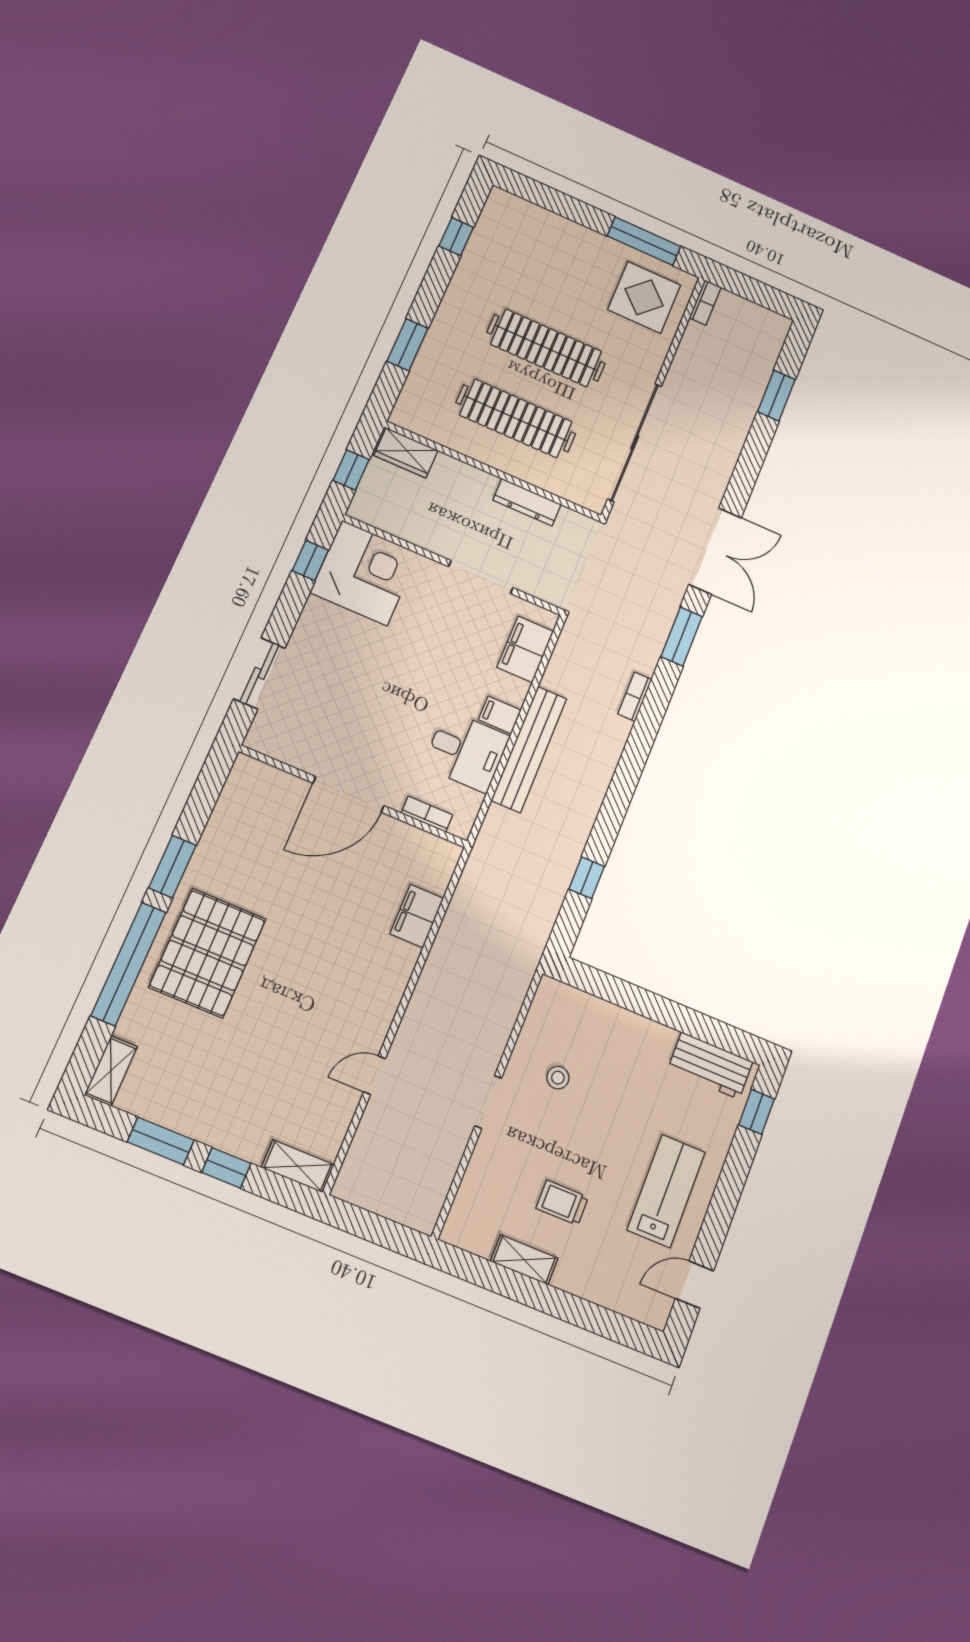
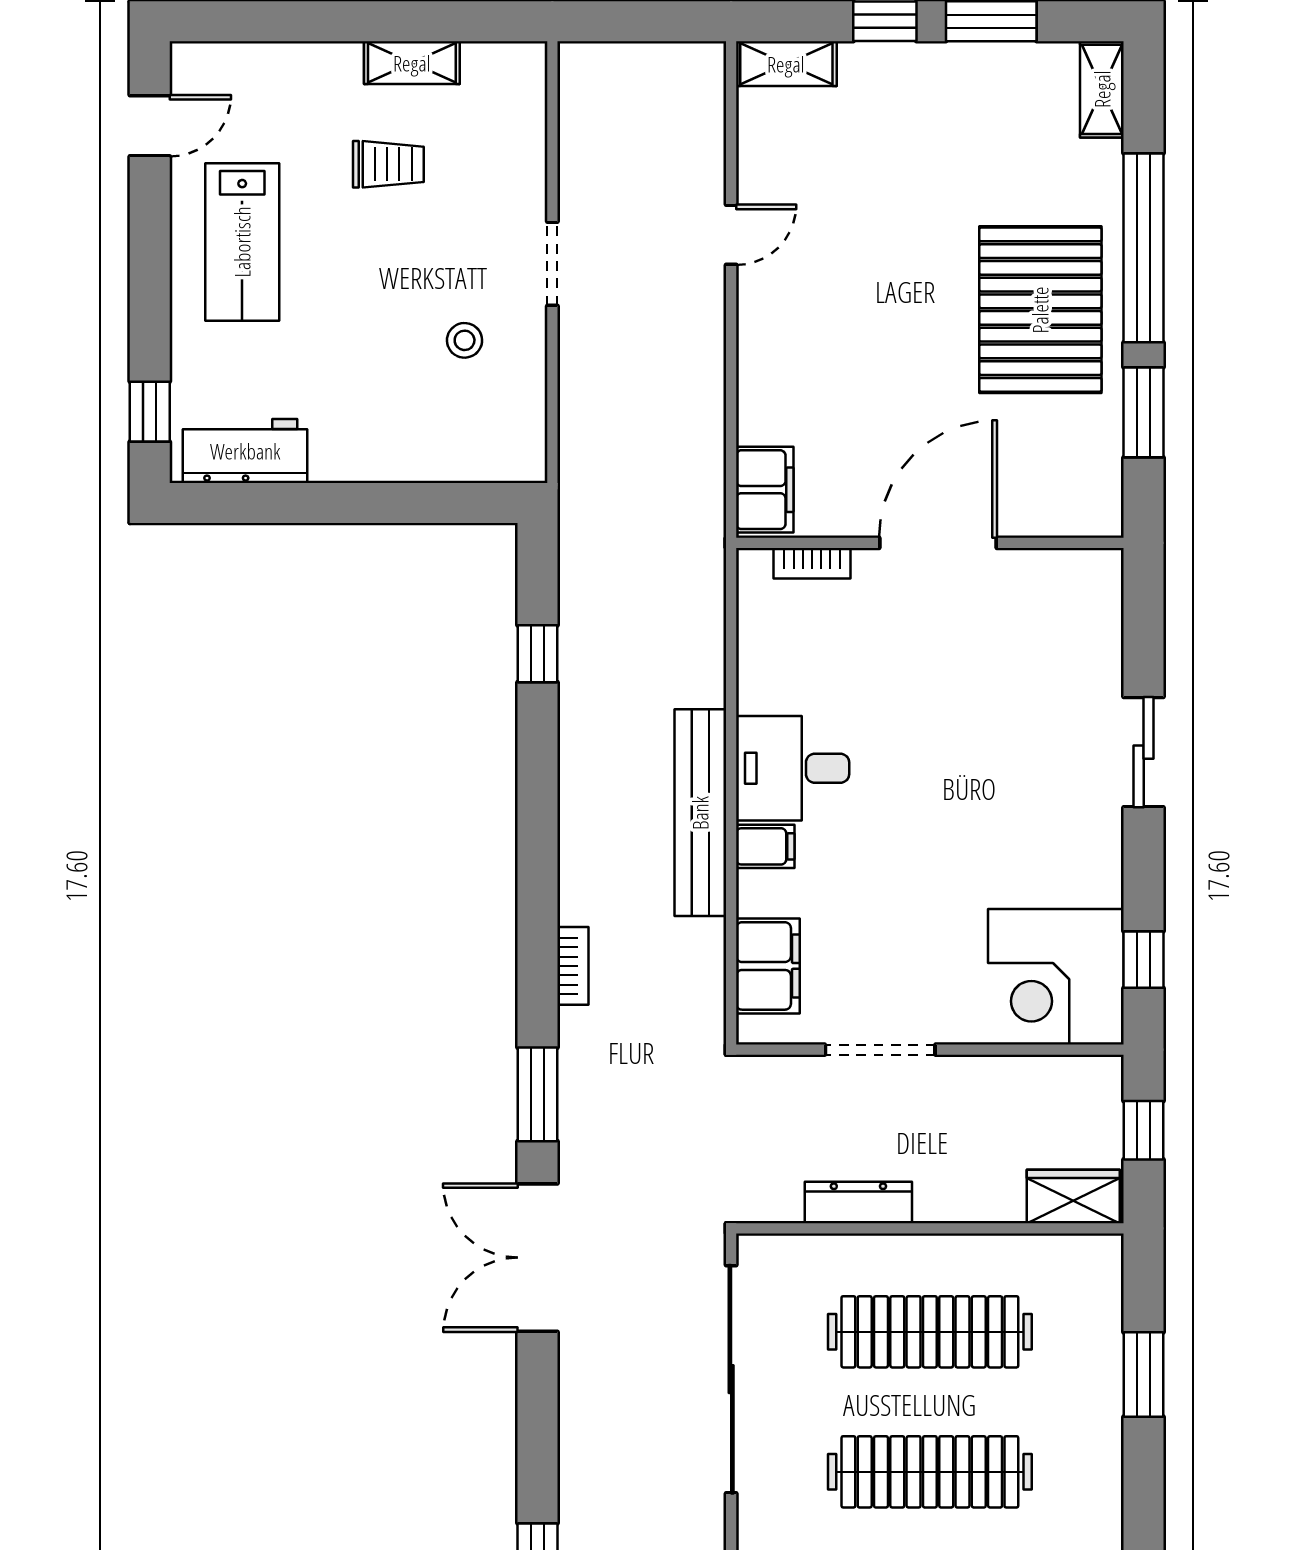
door: (349, 794) -> (938, 543), moved
wall: (353, 796) -> (930, 543), moved
bookcase: (427, 814) -> (812, 563), moved

